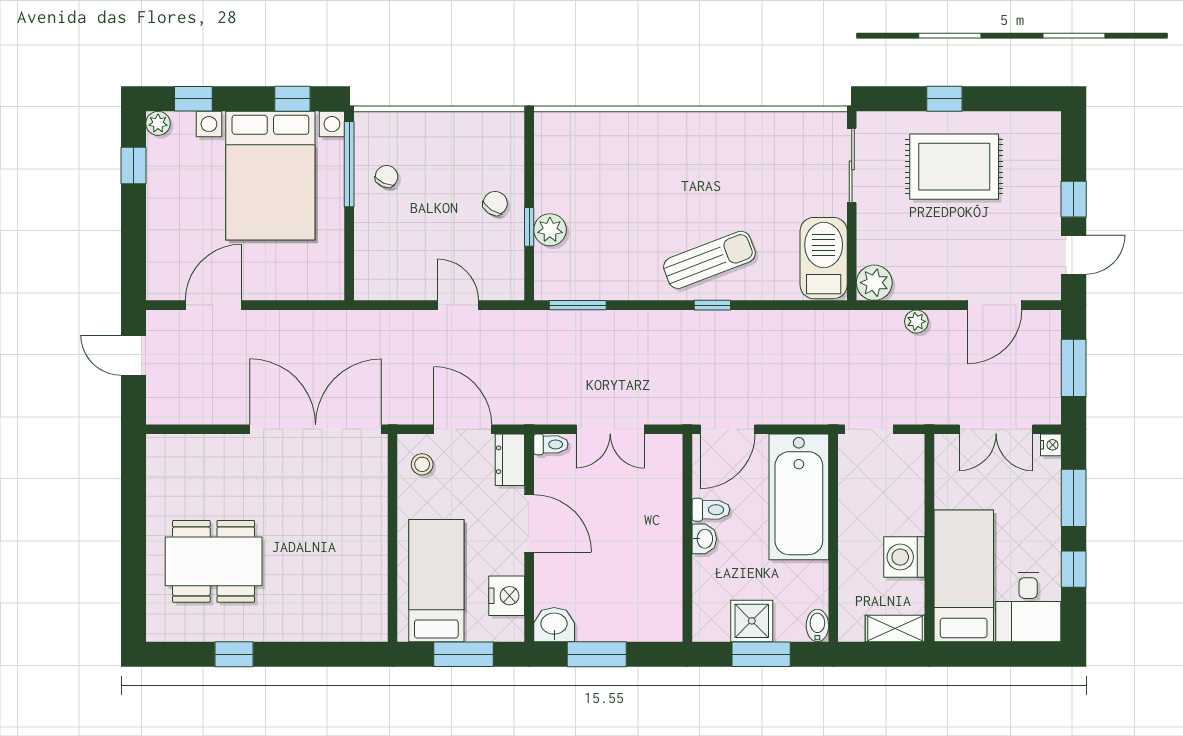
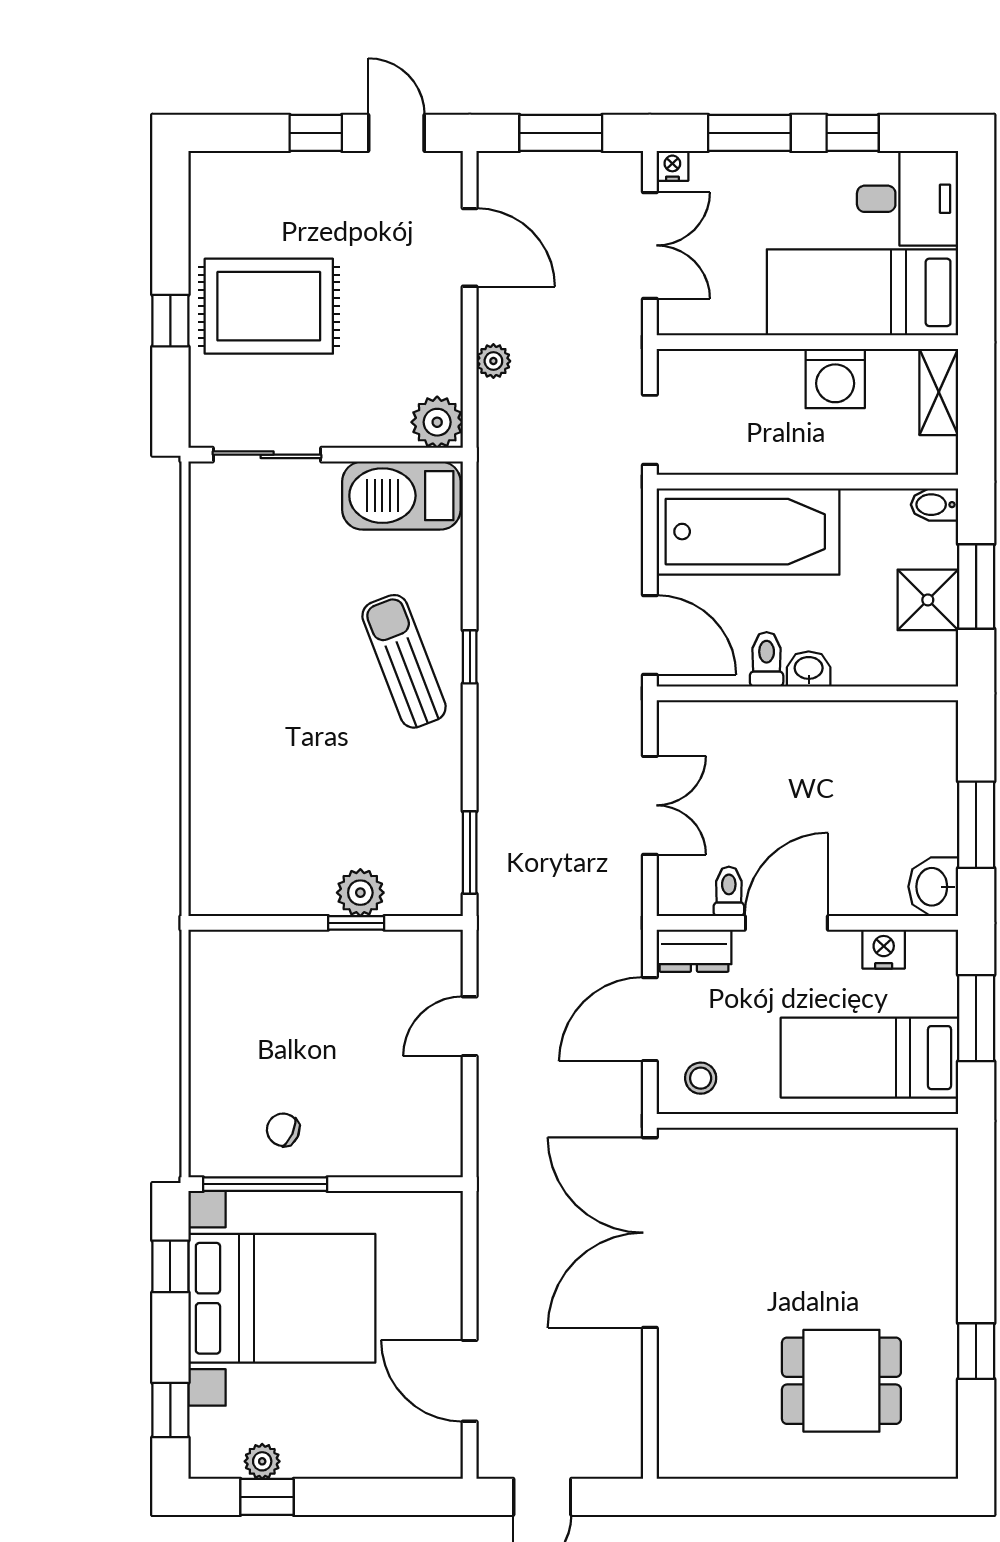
plant: (158, 123) -> (262, 1461), moved
rug: (954, 167) -> (269, 306), turned 90
chair: (495, 203) -> (322, 972), removed
toilet: (551, 444) -> (729, 891), moved
dining table: (214, 561) -> (841, 1381), width x0.73
nightstand: (507, 596) -> (884, 949), width x0.74, depth x0.75

